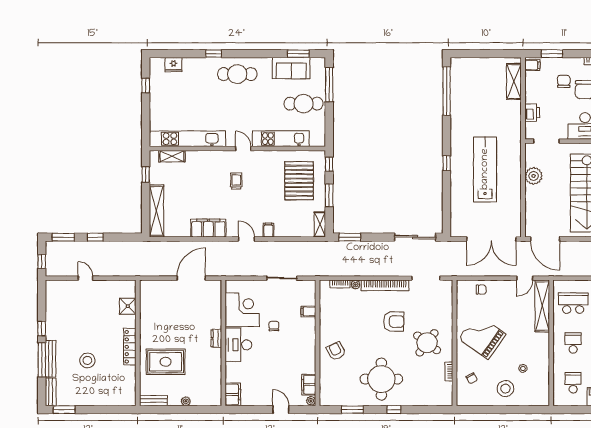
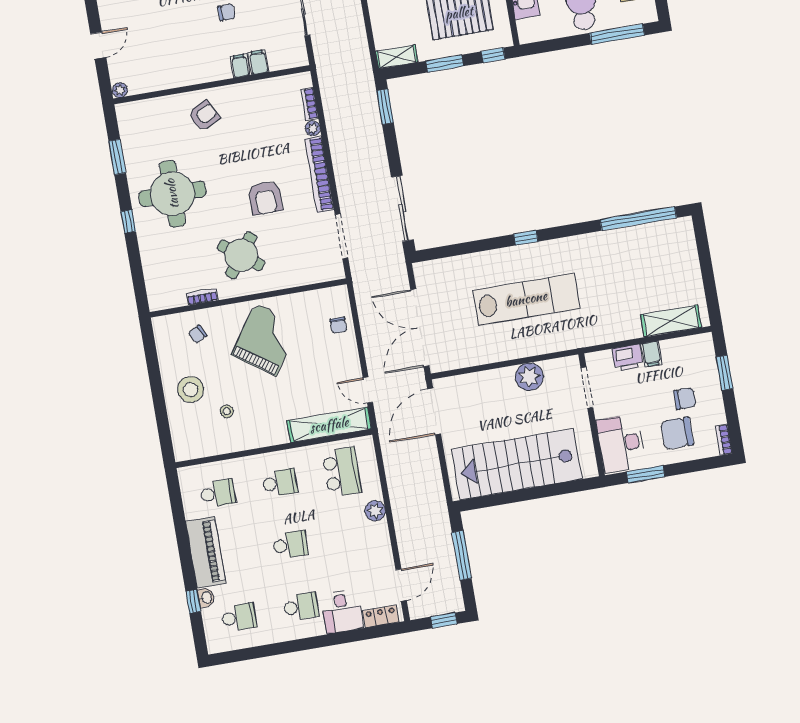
filing cabinet: (532, 65) -> (652, 354), moved
filing cabinet: (309, 385) -> (240, 66), moved, width x0.50

